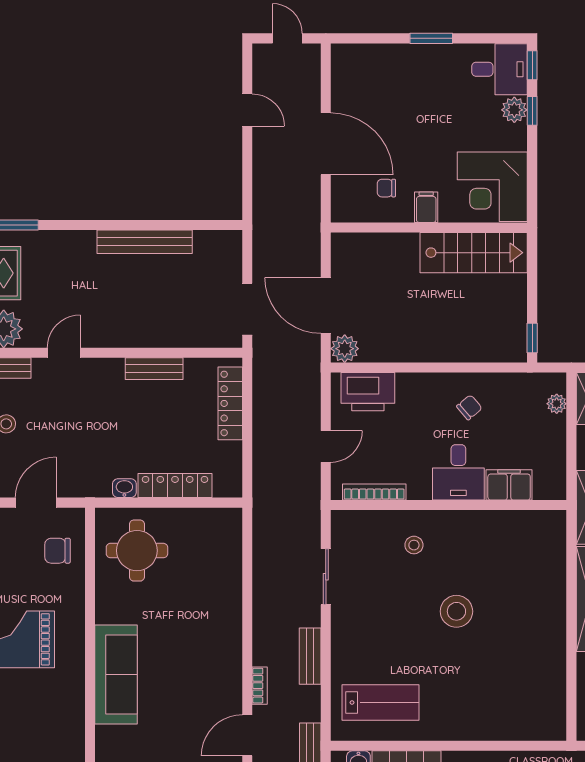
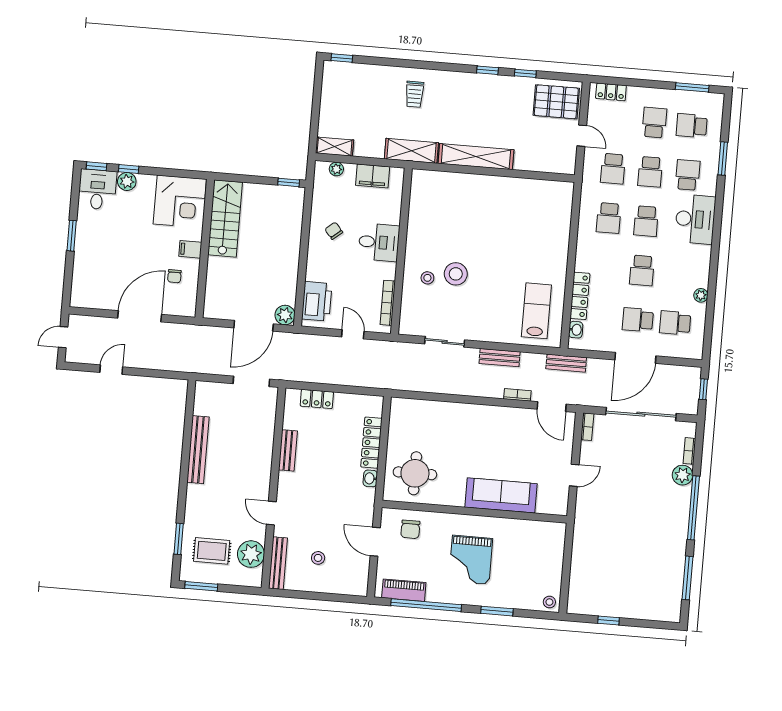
locker: (230, 403) -> (317, 399), width x0.66
filing cabinet: (509, 485) -> (373, 176), moved, turned -90
stool: (456, 611) -> (456, 274), moved

